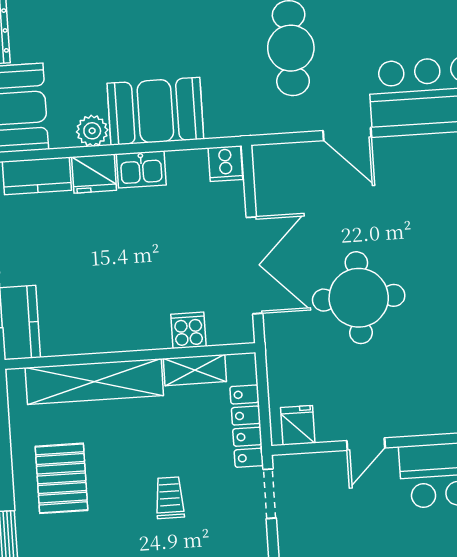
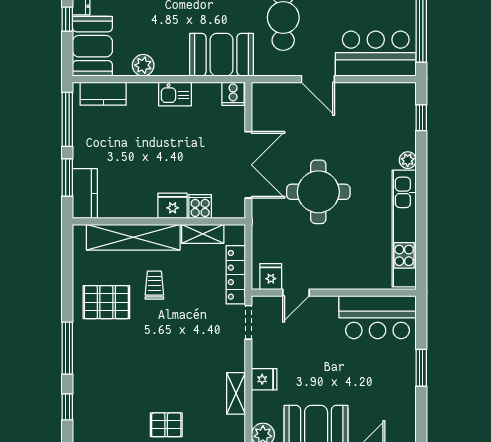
booth: (155, 111) -> (222, 55), moved
fridge: (94, 174) -> (173, 206), moved, turned 180
door: (366, 444) -> (296, 293), moved
pallet: (62, 478) -> (106, 302), turned 90
trolley: (170, 498) -> (154, 285), moved

